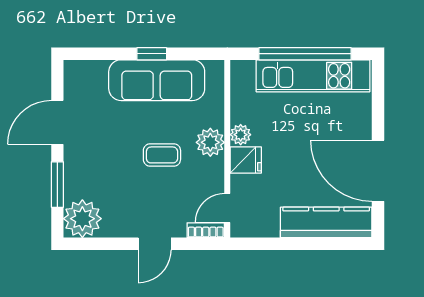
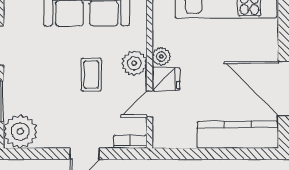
coffee table: (162, 155) -> (91, 75), turned 90
door: (227, 208) -> (150, 104), moved

